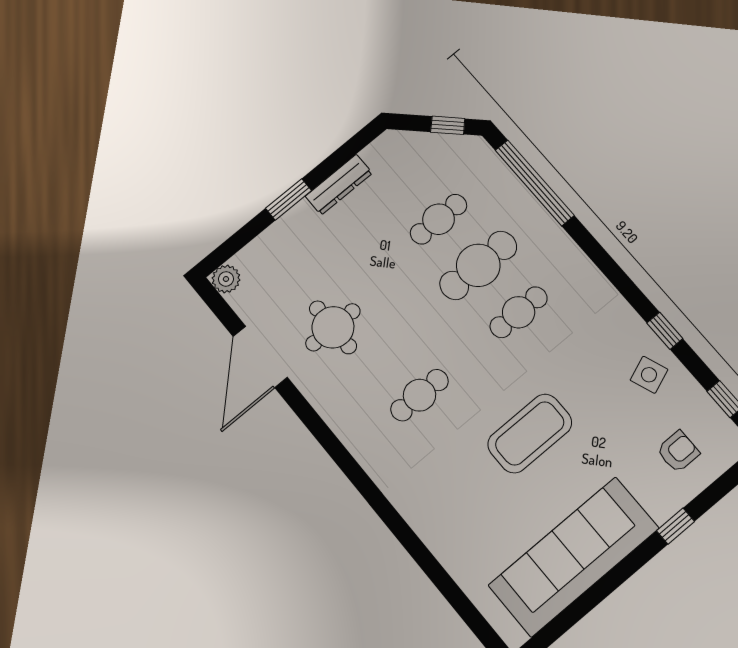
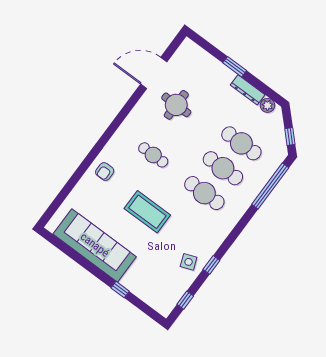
cafe table: (439, 219) -> (241, 143), width x1.37, depth x1.35
plant: (226, 279) -> (267, 105), moved
cafe table: (519, 312) -> (204, 193), width x1.37, depth x1.35
armchair: (678, 452) -> (105, 172), moved, turned 90

